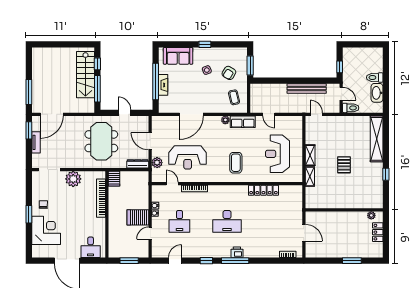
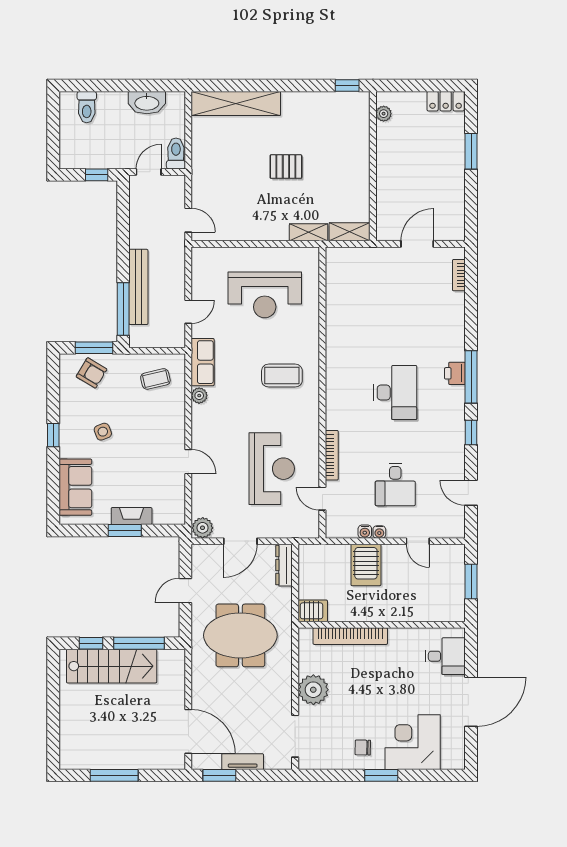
armchair: (229, 73) -> (91, 373), moved
toilet: (375, 77) -> (87, 107), moved
window: (156, 81) -> (125, 531), width x0.47
window: (270, 81) -> (123, 309), added
bench: (307, 88) -> (138, 287), moved
window: (29, 92) -> (114, 775), moved
door: (191, 114) -> (188, 462), width x0.53
door: (316, 114) -> (188, 220), swing flipped
shelving: (310, 155) -> (350, 232), moved
plant: (157, 163) -> (203, 528), moved
window: (386, 174) -> (347, 85), moved
door: (172, 184) -> (322, 499), hinge flipped
locker: (263, 190) -> (335, 322), removed
server rack: (138, 217) -> (366, 565), moved
desk: (179, 221) -> (395, 484), turned 90
locker: (378, 232) -> (446, 101), moved

